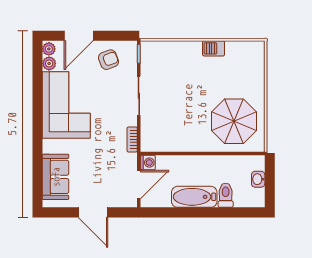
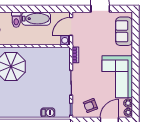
barbecue: (214, 48) -> (48, 113), moved

